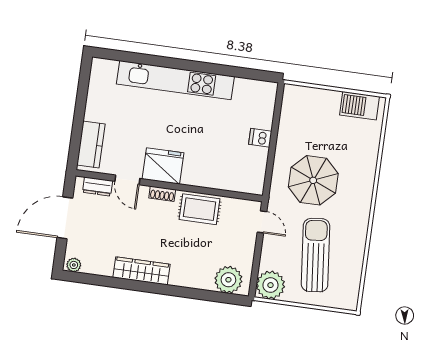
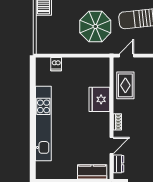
dishwasher: (260, 138) -> (56, 64), moved
fridge: (163, 166) -> (99, 99), moved
rug: (200, 209) -> (125, 85), moved

